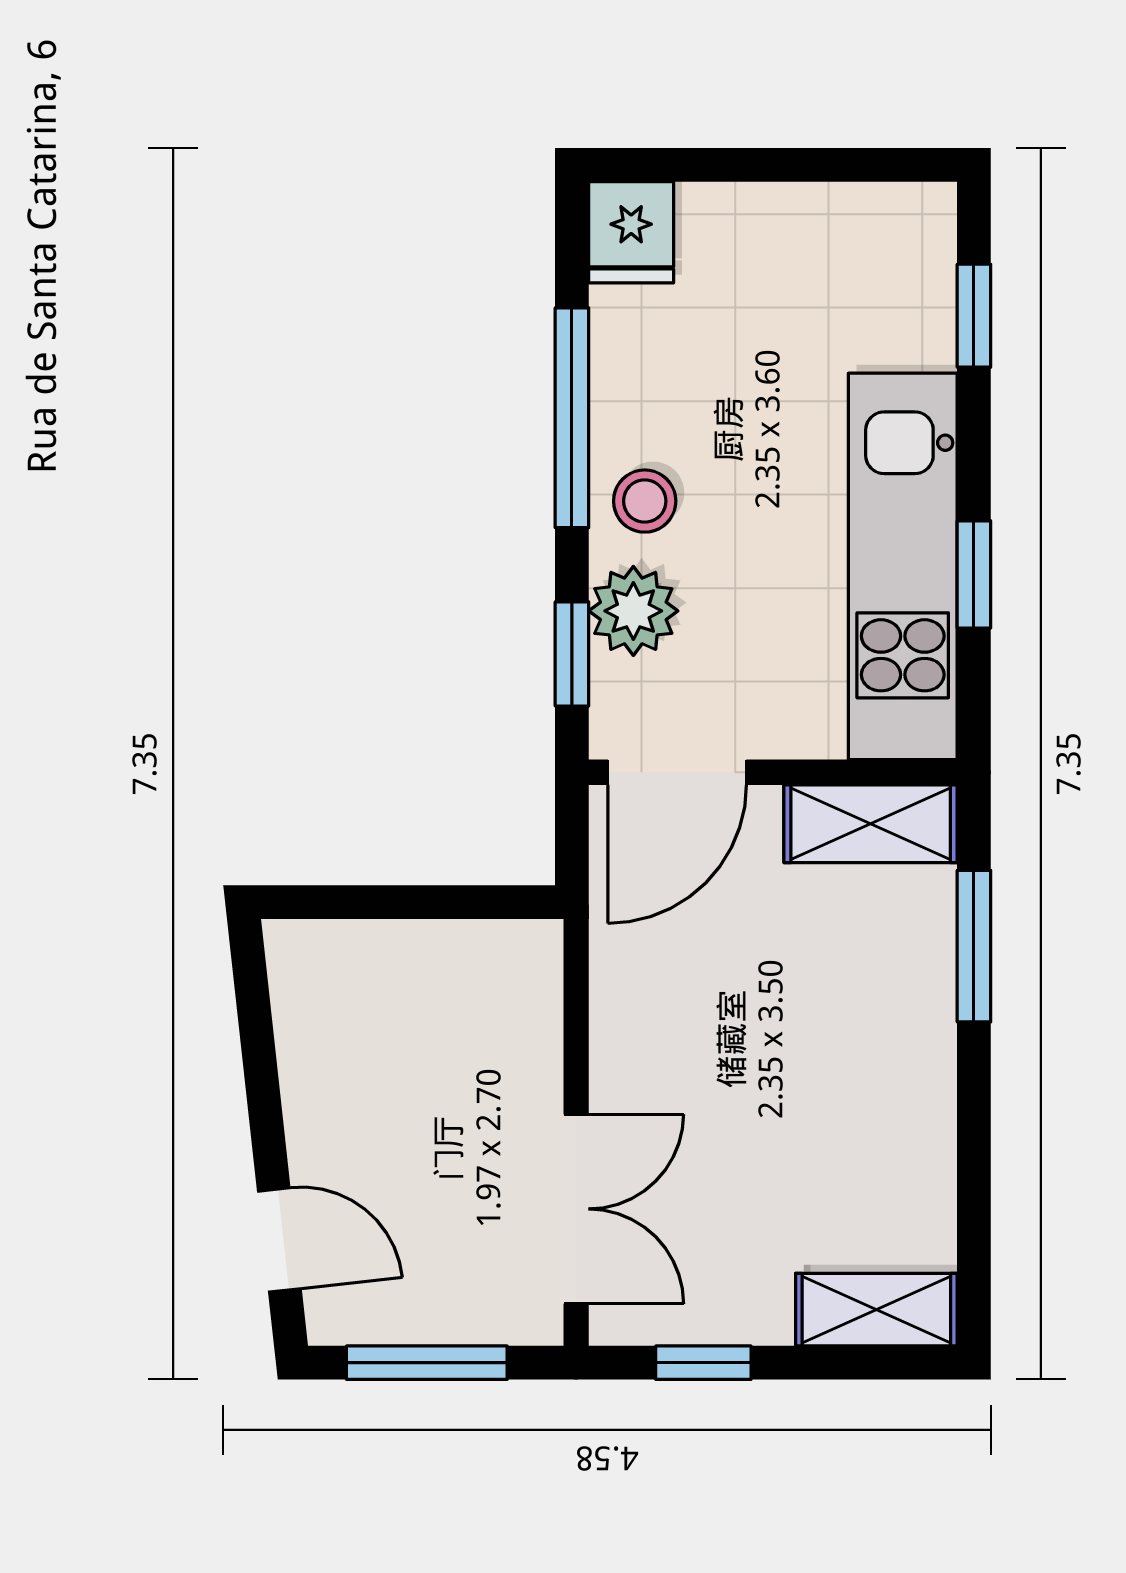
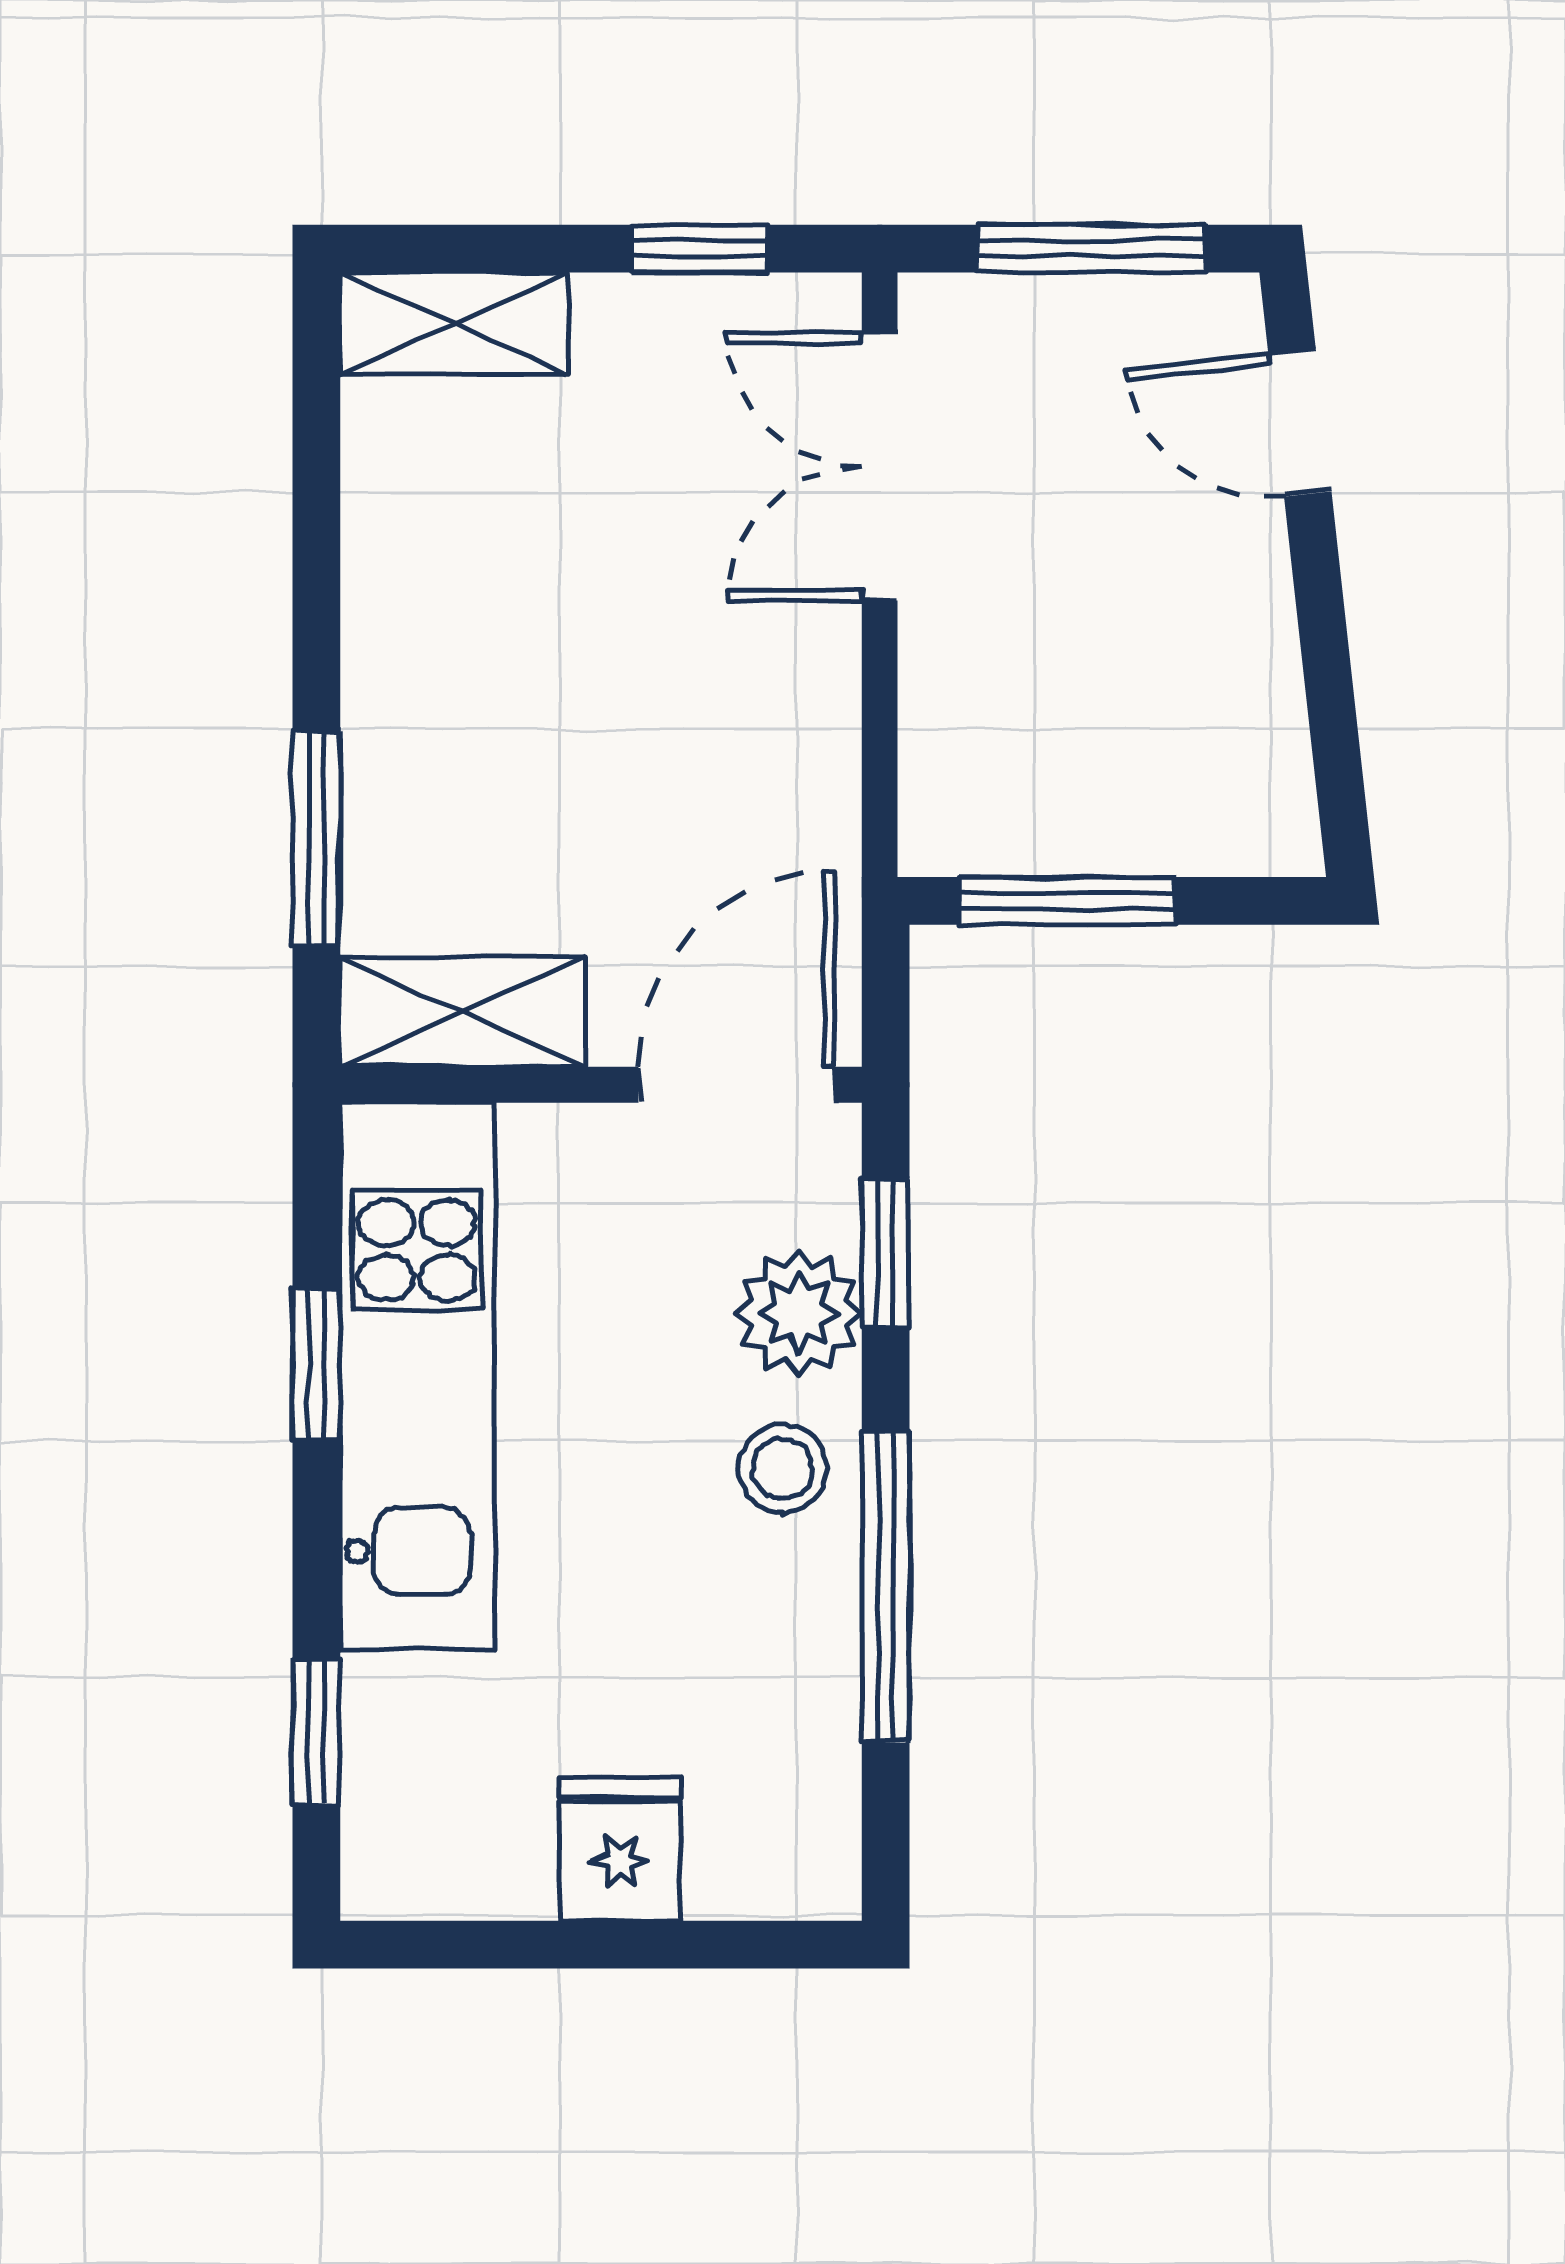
fridge: (631, 232) -> (620, 1849), moved
window: (444, 902) -> (1067, 901), added

